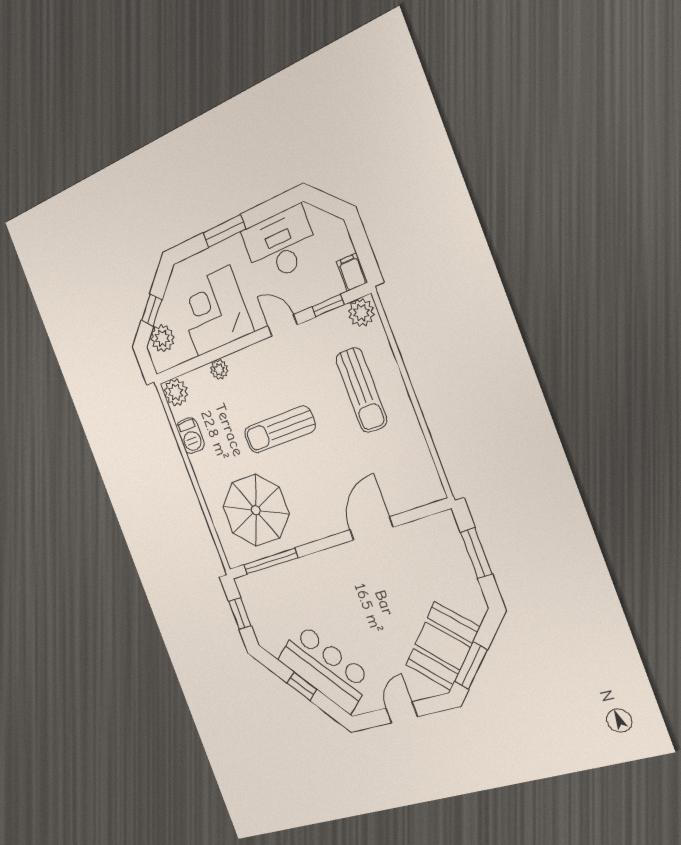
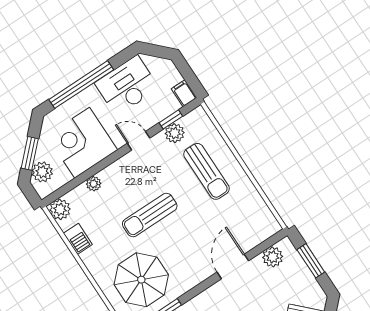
window: (224, 231) -> (81, 85), width x2.11
window: (152, 310) -> (30, 153), width x1.50
plant: (361, 313) -> (175, 133), moved
plant: (426, 532) -> (273, 257), added

